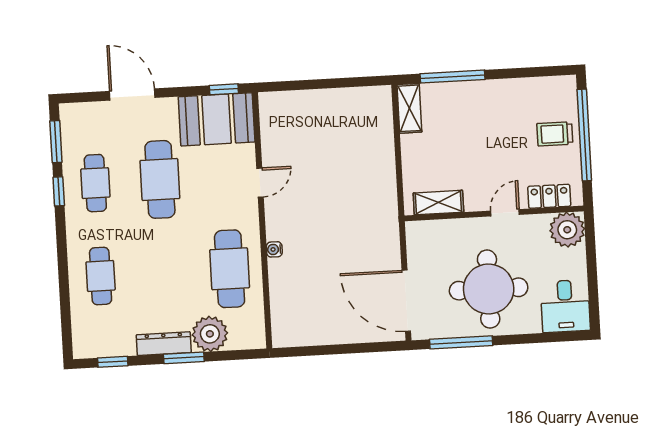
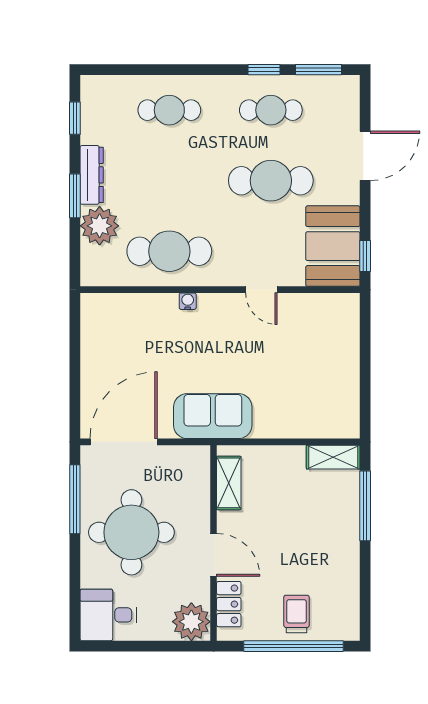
door: (505, 213) -> (214, 555), width x1.38
sofa: (378, 221) -> (213, 416), added

